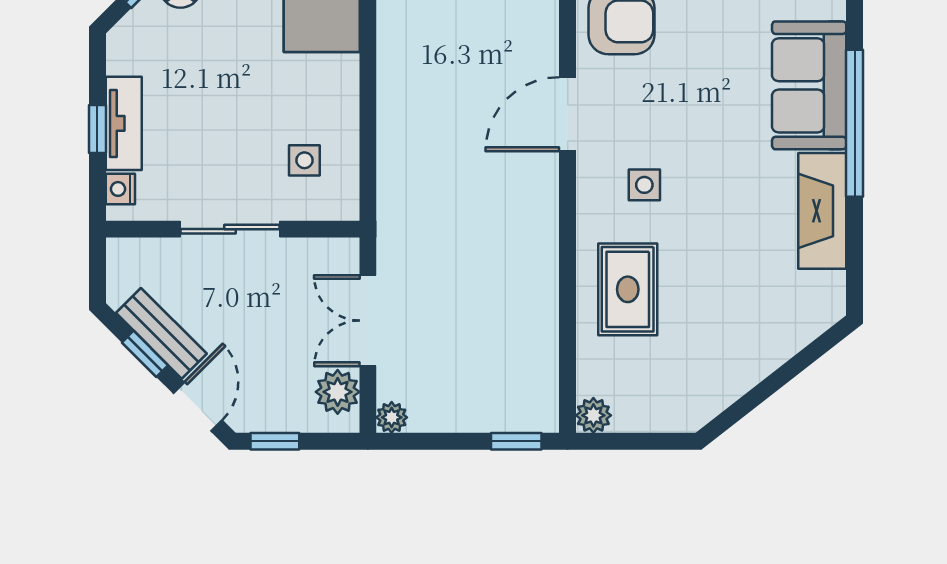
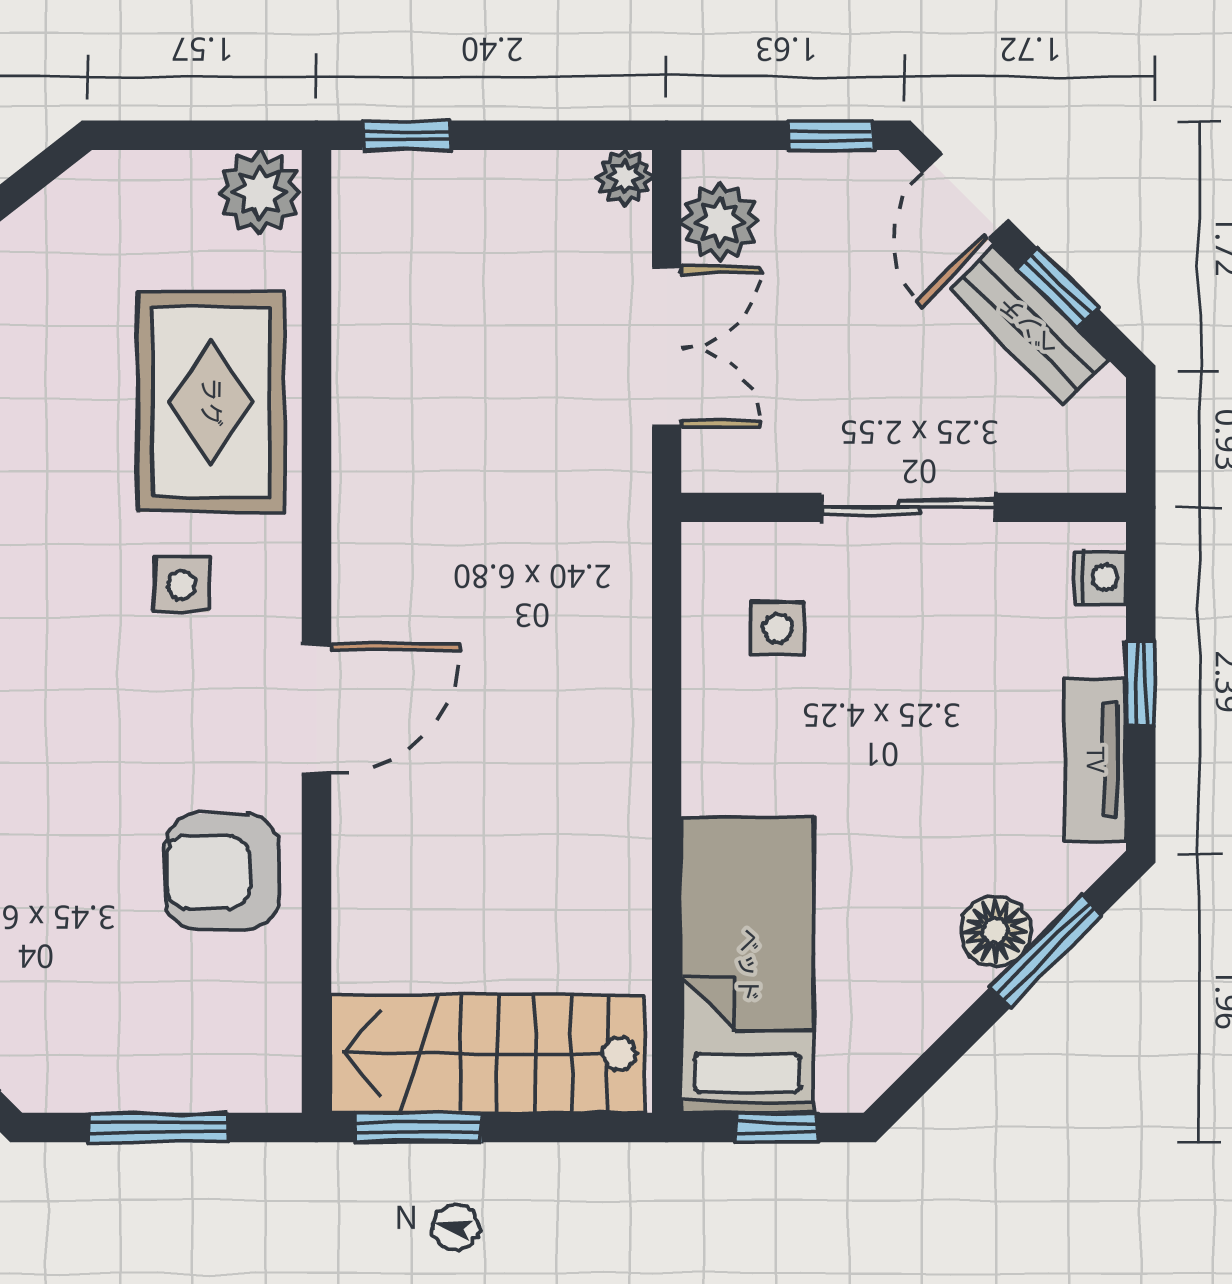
tv unit: (124, 123) -> (1095, 760), moved
rug: (628, 289) -> (211, 402), width x1.36, depth x1.43
plant: (593, 415) -> (259, 192), width x1.38, depth x1.38

